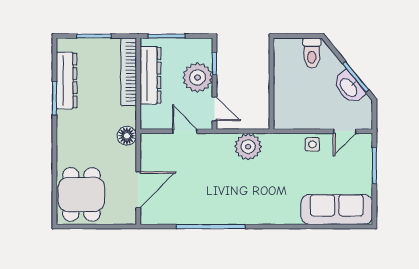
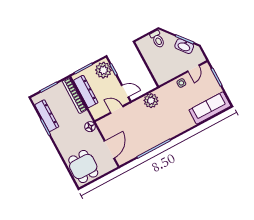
plant: (198, 77) -> (103, 70), moved

